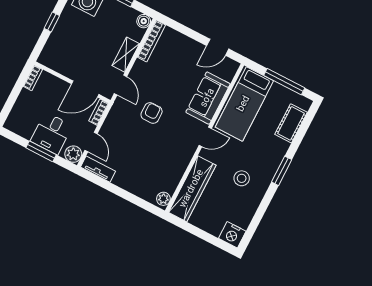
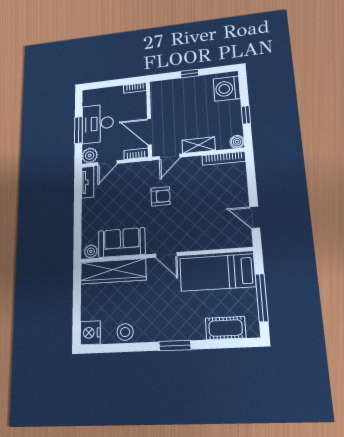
sofa: (208, 98) -> (122, 242), moved
desk: (51, 133) -> (98, 124), width x1.37
stool: (242, 178) -> (125, 332), moved

